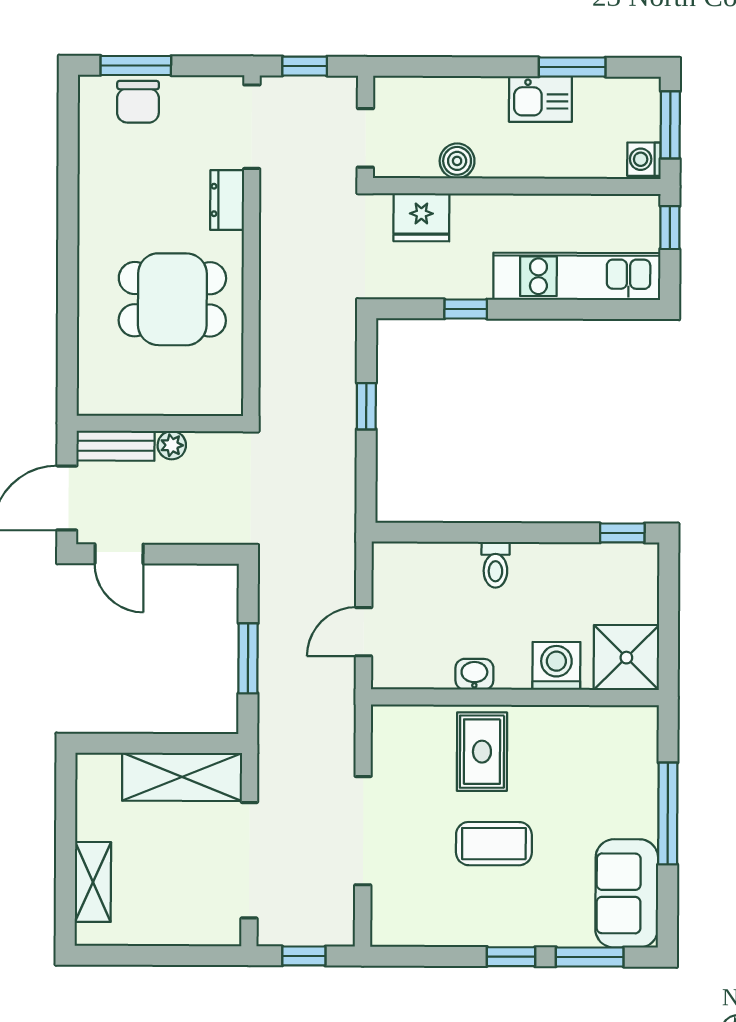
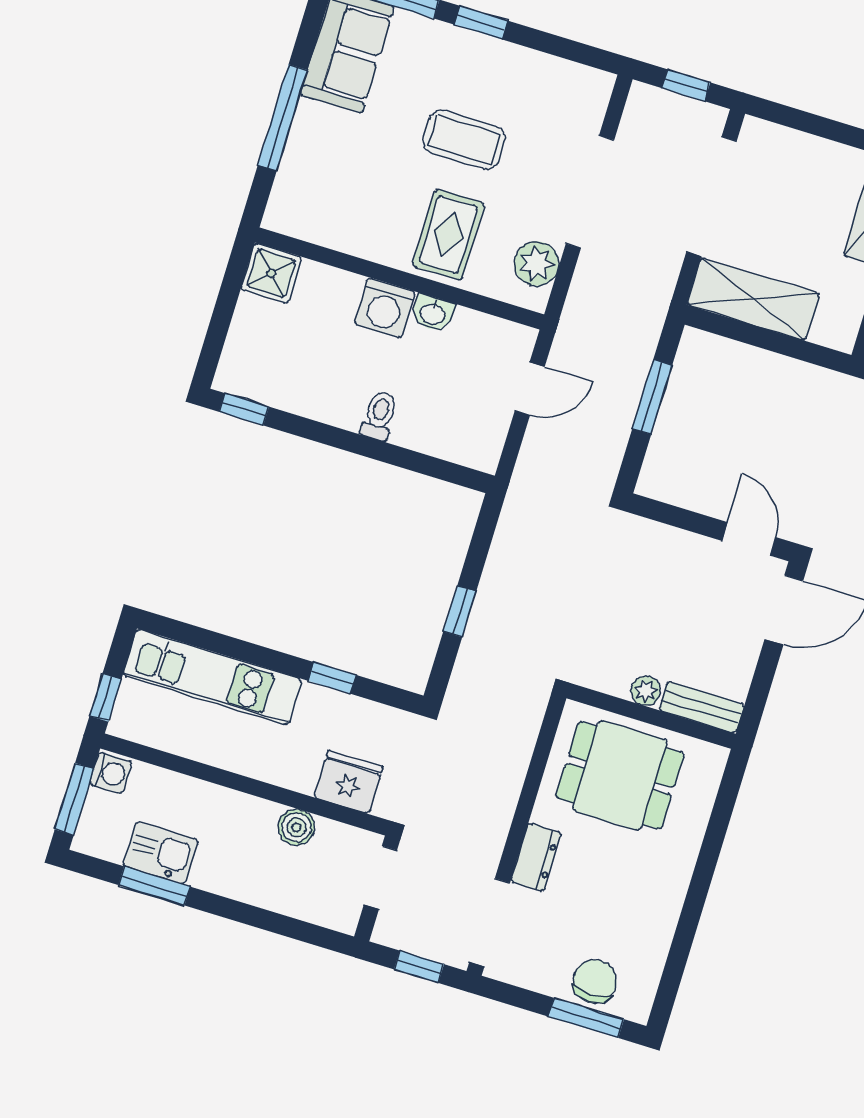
kitchen sink: (540, 99) -> (161, 853), moved
wall: (160, 423) -> (651, 716), moved
plant: (172, 445) -> (646, 691), moved
bench: (116, 446) -> (702, 707), moved
shower: (626, 658) -> (271, 273), width x0.73, depth x0.73
washing machine: (556, 666) -> (385, 308), moved
plant: (392, 749) -> (537, 264), added

